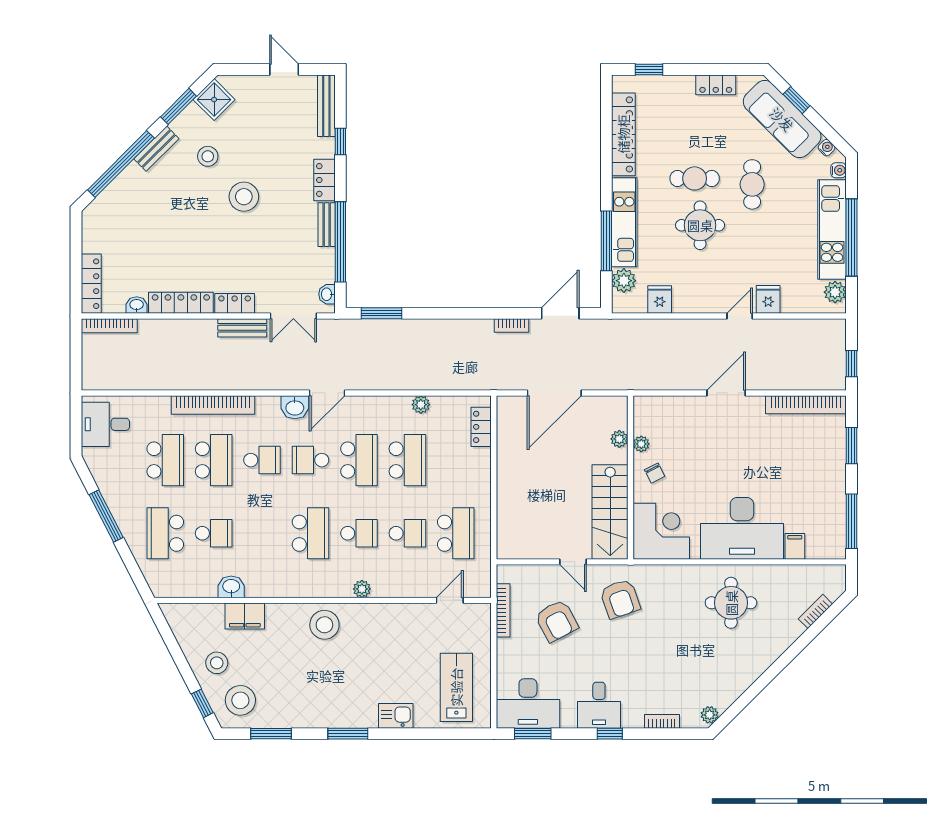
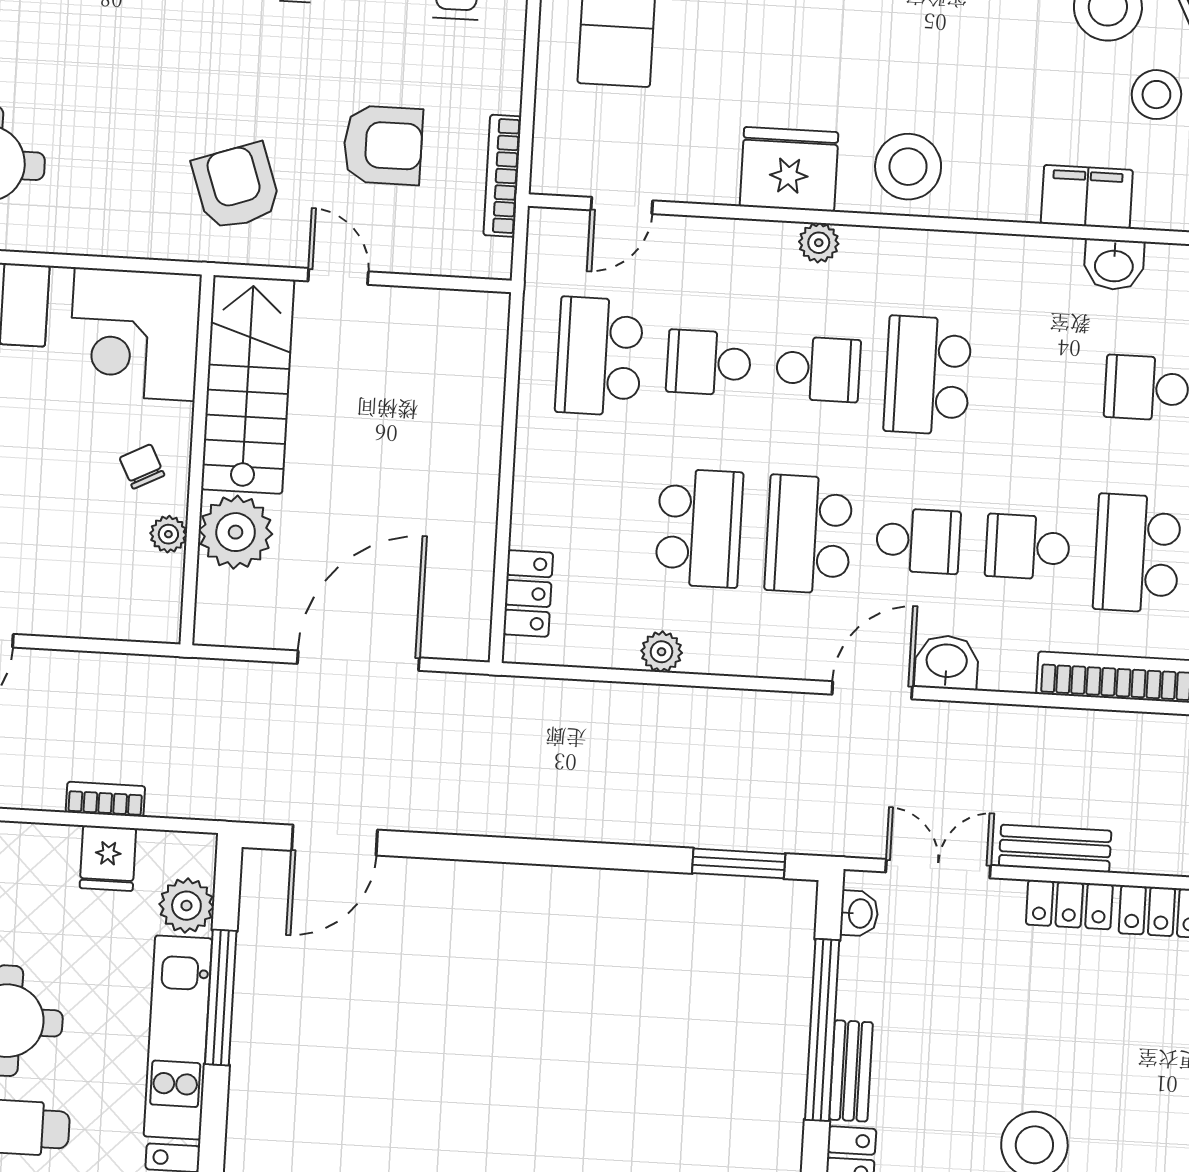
bookcase: (512, 325) -> (105, 799), moved
plant: (619, 439) -> (236, 532), width x1.87, depth x1.87
school desk: (407, 460) -> (699, 528), turned 180
school desk: (359, 533) -> (818, 369), turned 180
fridge: (377, 621) -> (789, 169), added
armchair: (557, 621) -> (383, 145), turned 118

